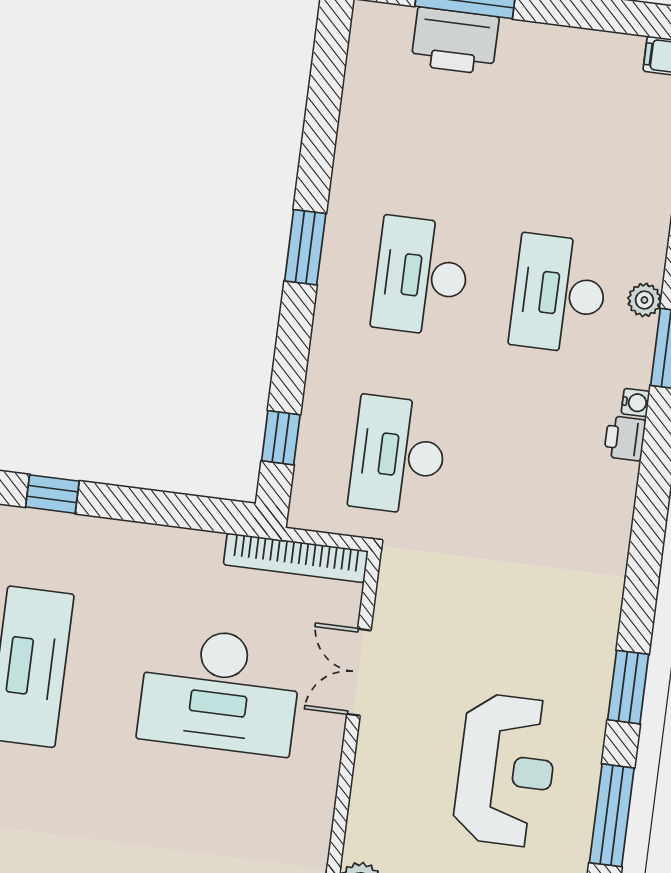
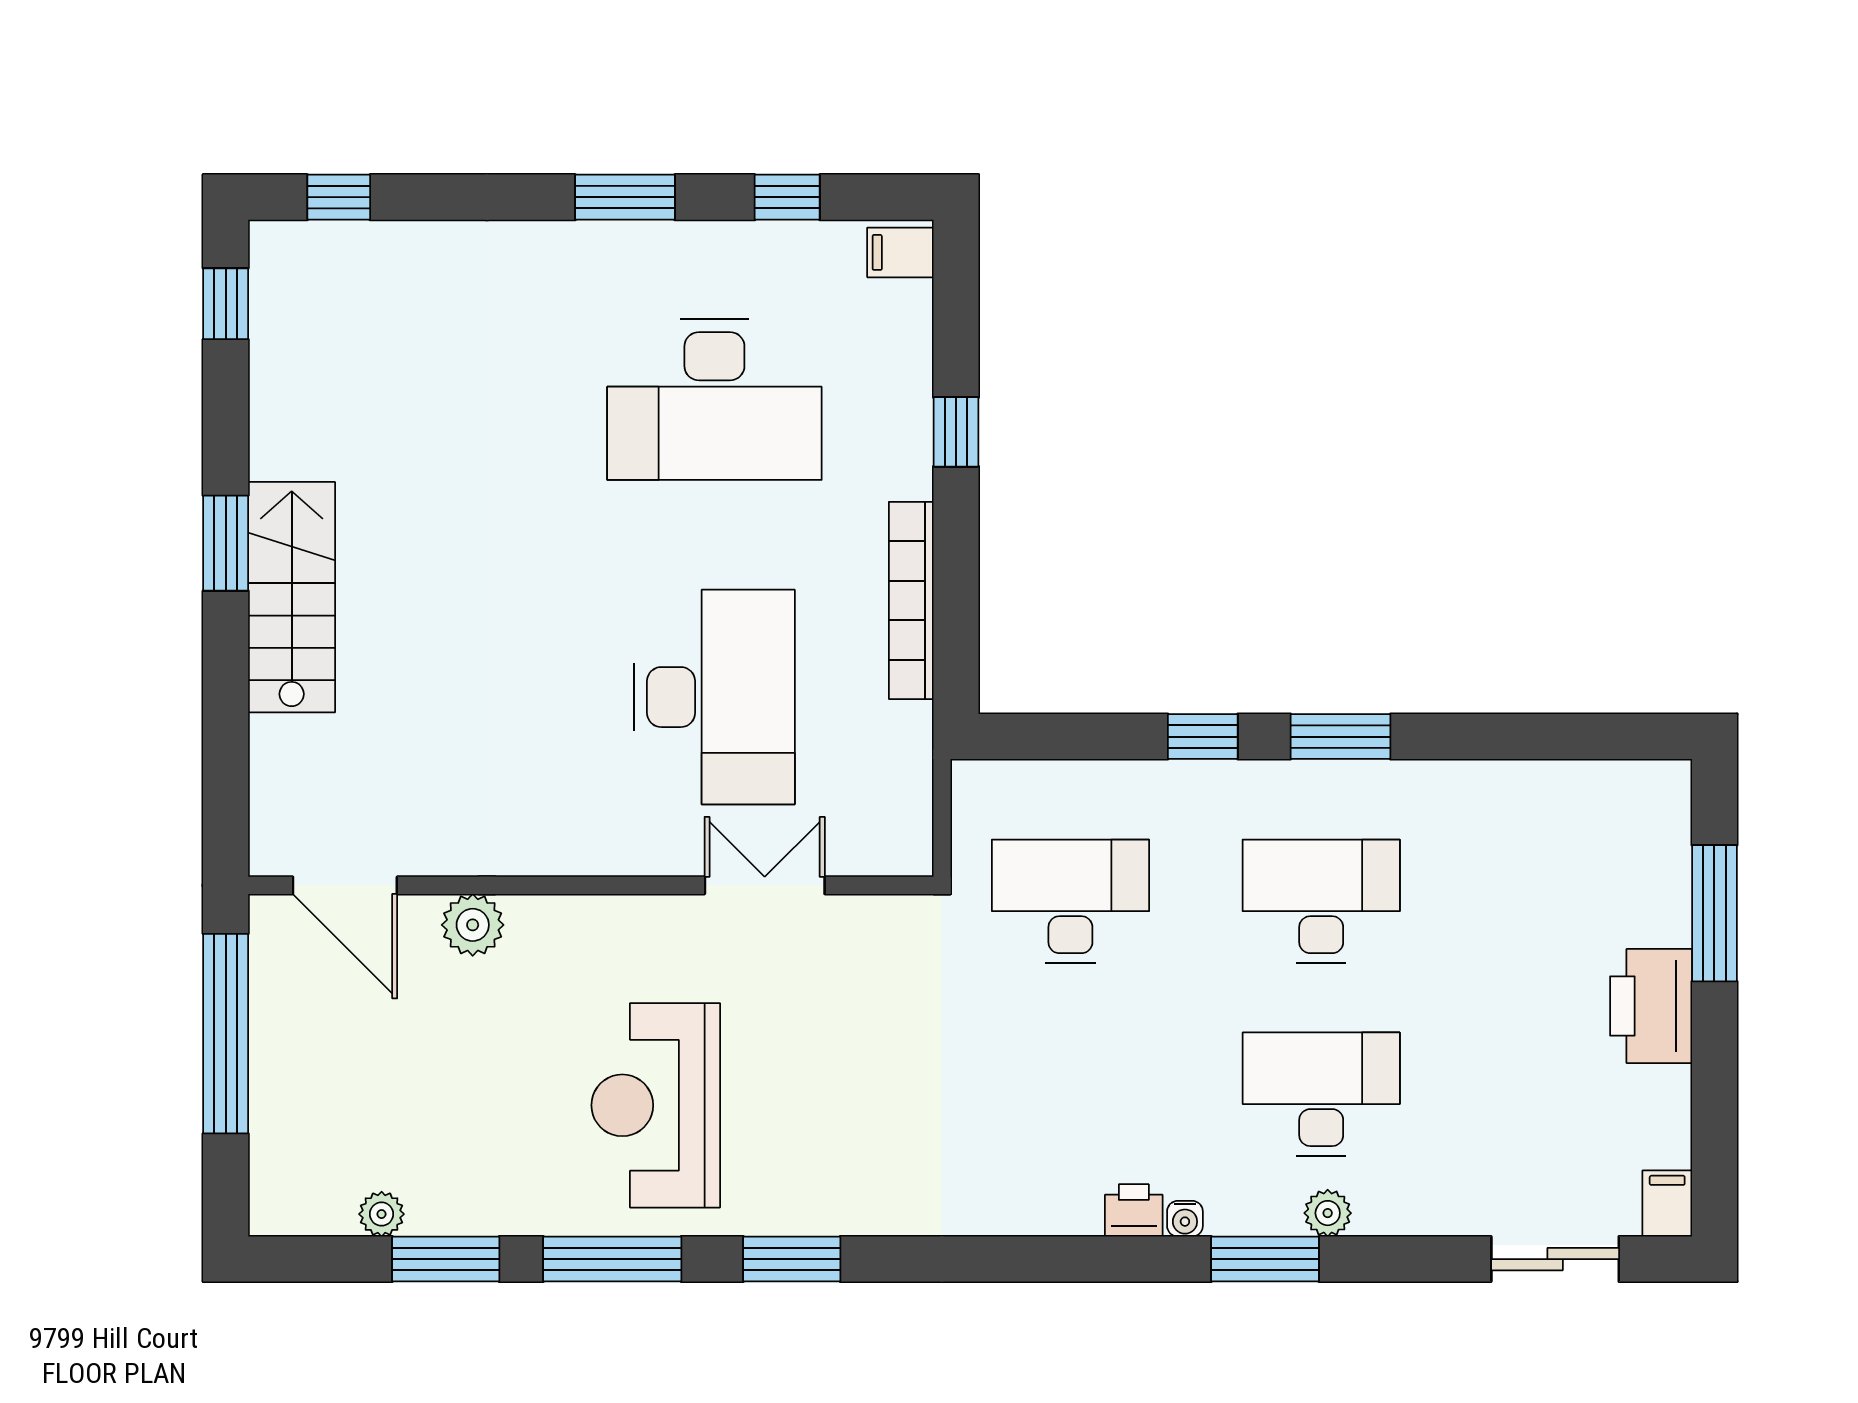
printer: (455, 41) -> (1651, 1006), moved
window: (281, 438) -> (1203, 737), moved
bookcase: (296, 558) -> (911, 600), moved
desk: (220, 691) -> (714, 697), turned 180
reception desk: (506, 770) -> (656, 1105), turned 90

